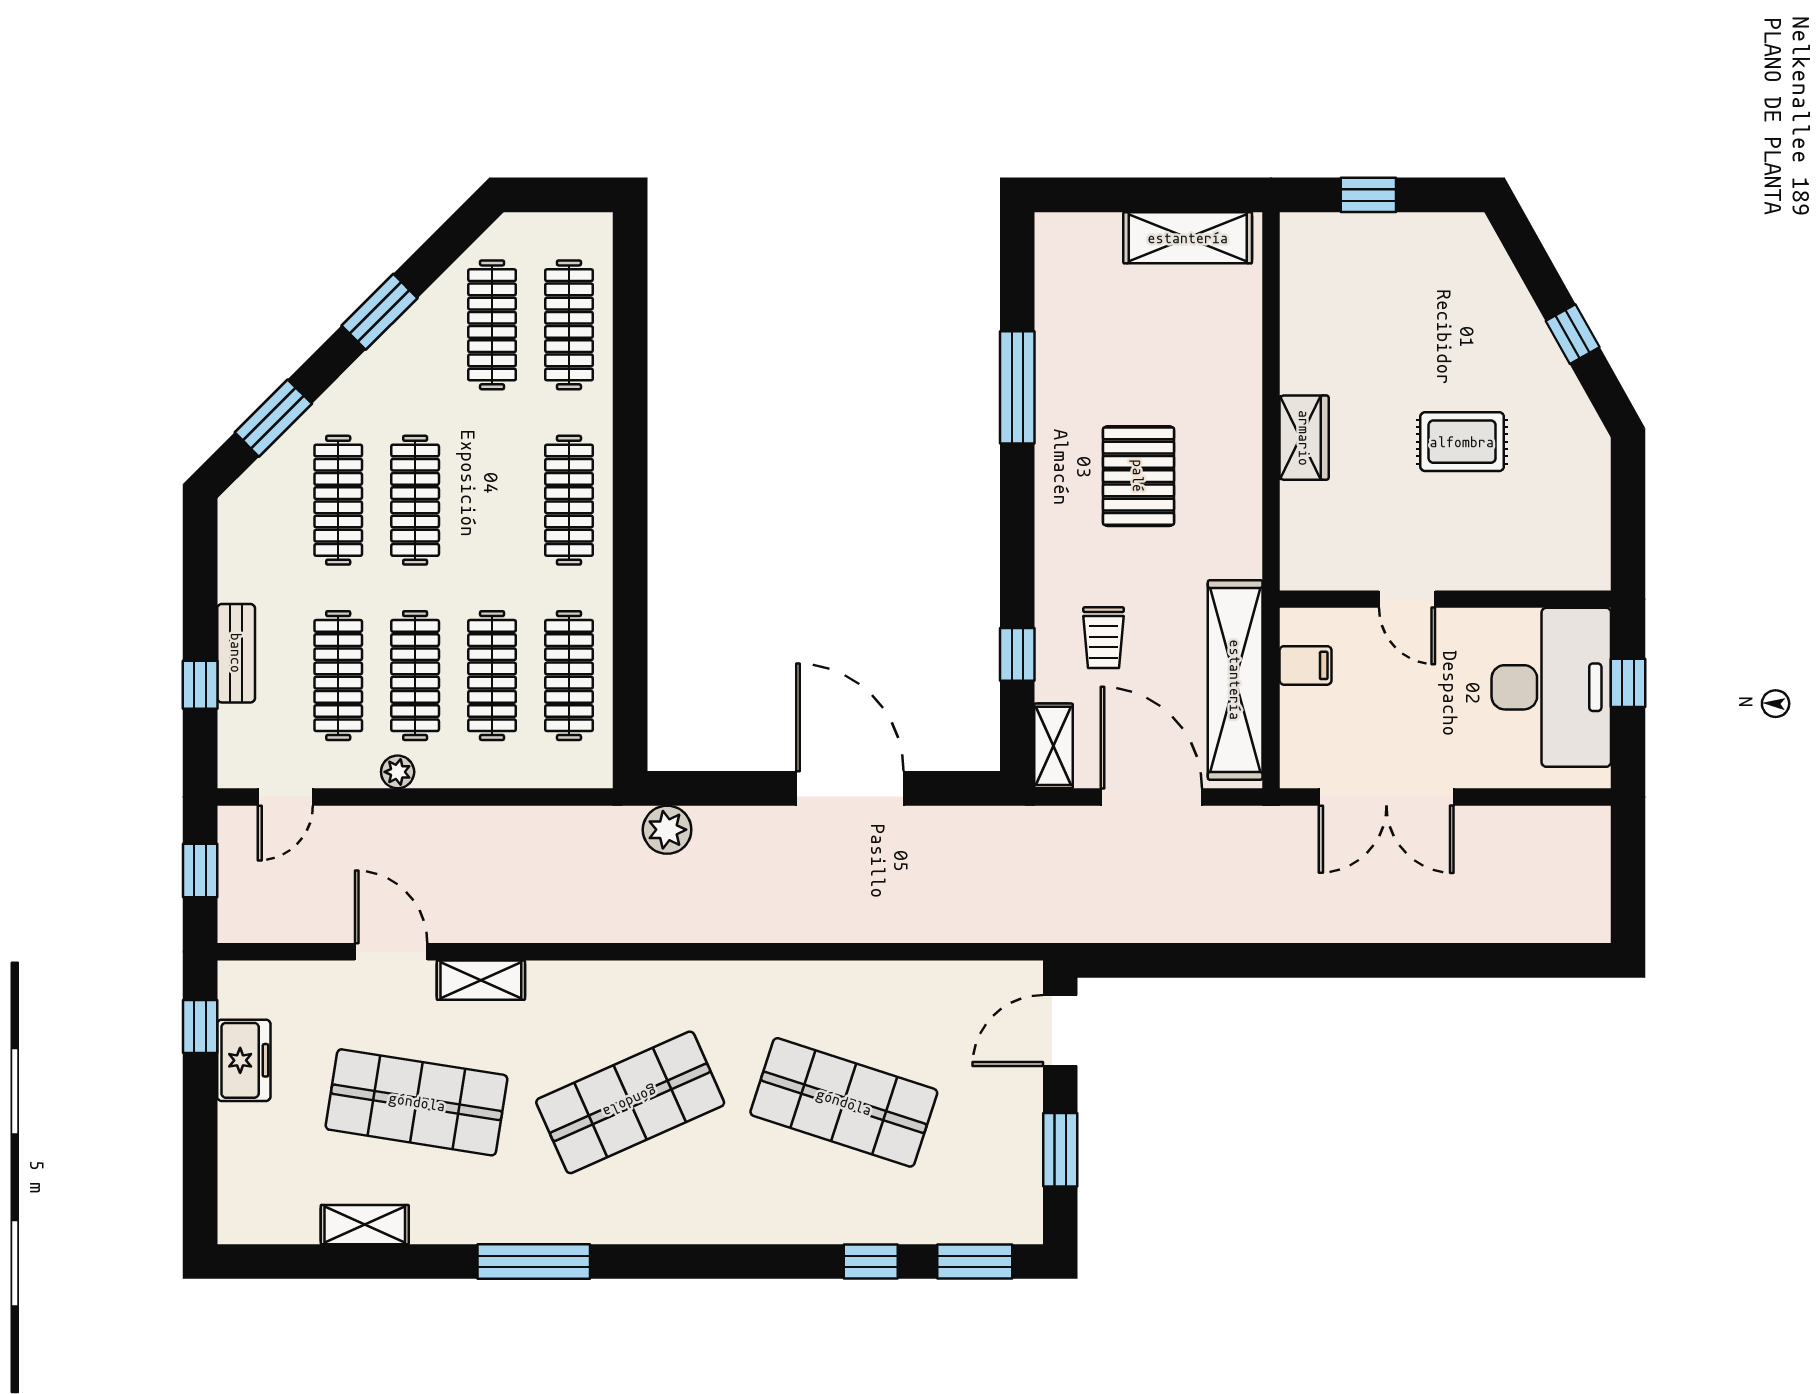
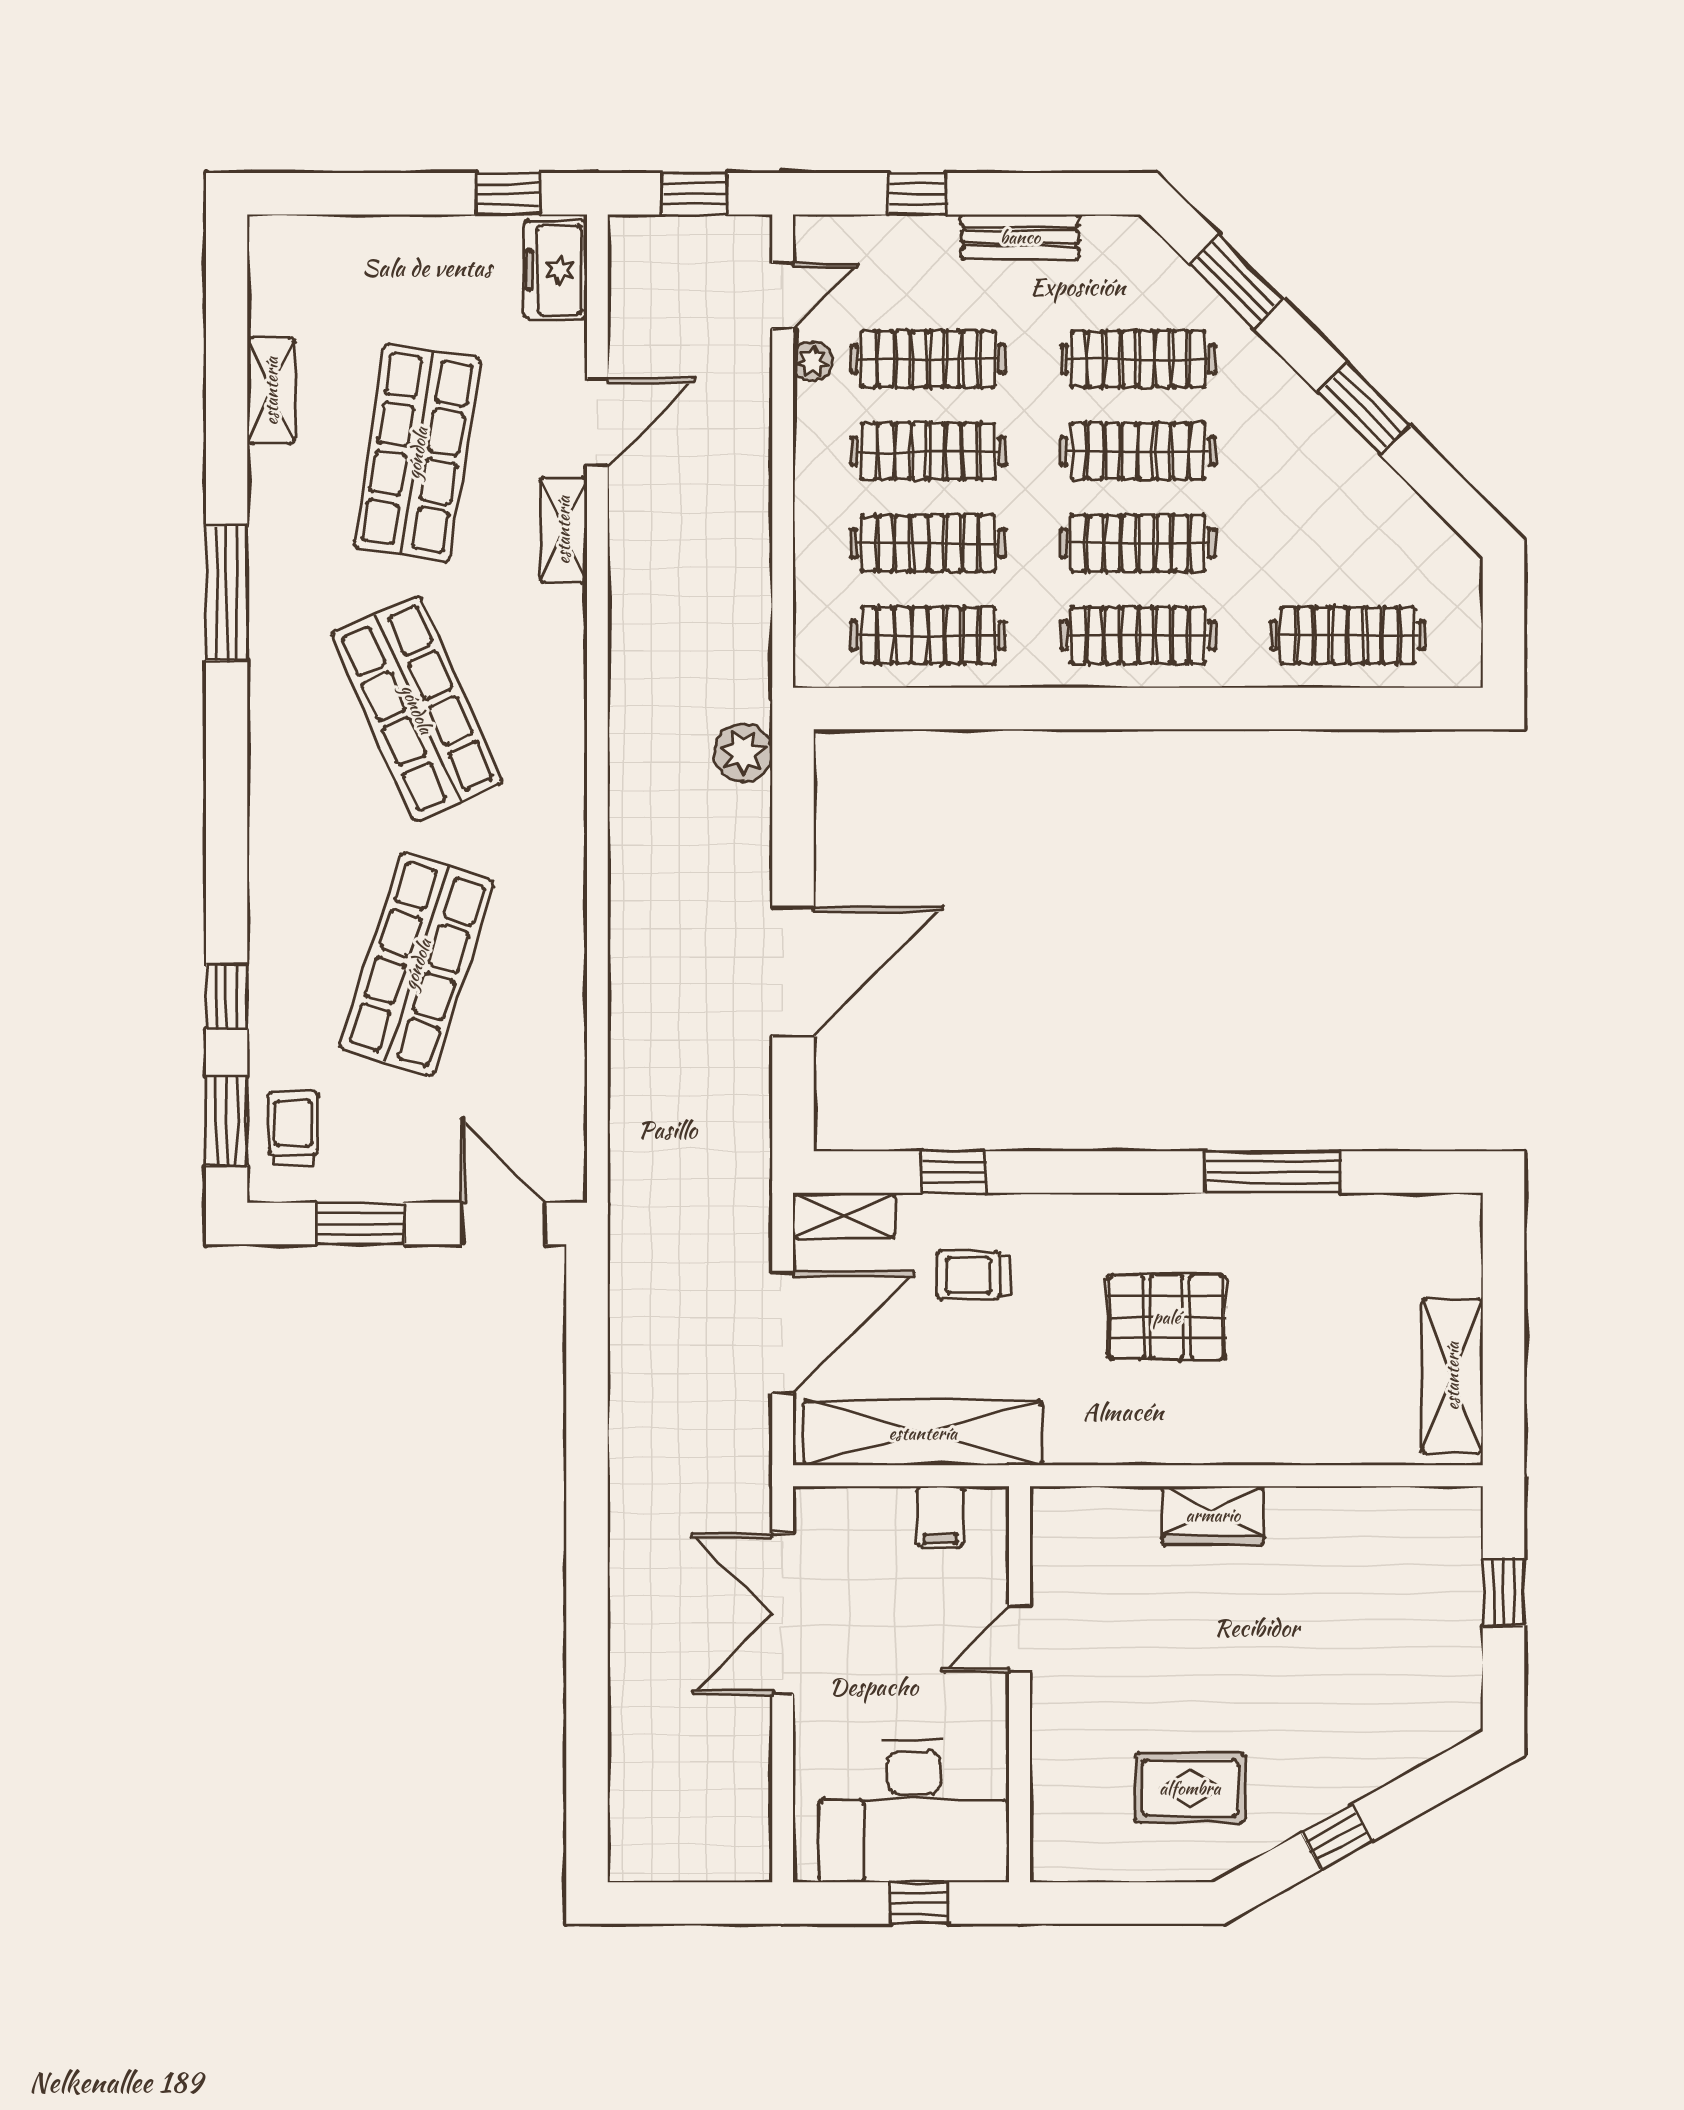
clothes rail: (492, 325) -> (1138, 543), moved
rug: (1462, 442) -> (1190, 1788), moved, turned 90
bench: (236, 653) -> (1020, 237), moved
plant: (398, 772) -> (813, 361), moved
door: (285, 797) -> (783, 296), swing flipped
freezer: (244, 1060) -> (555, 270), moved, turned 90
trolley: (981, 1206) -> (293, 1128), added

